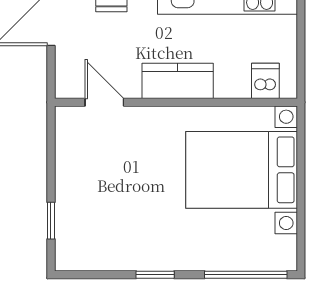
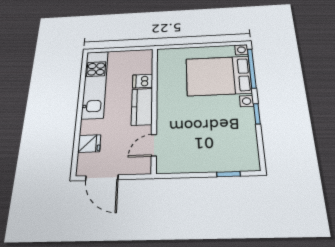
dishwasher: (265, 81) -> (143, 81), moved
bed with nightstands: (242, 170) -> (218, 76), moved, turned 90

